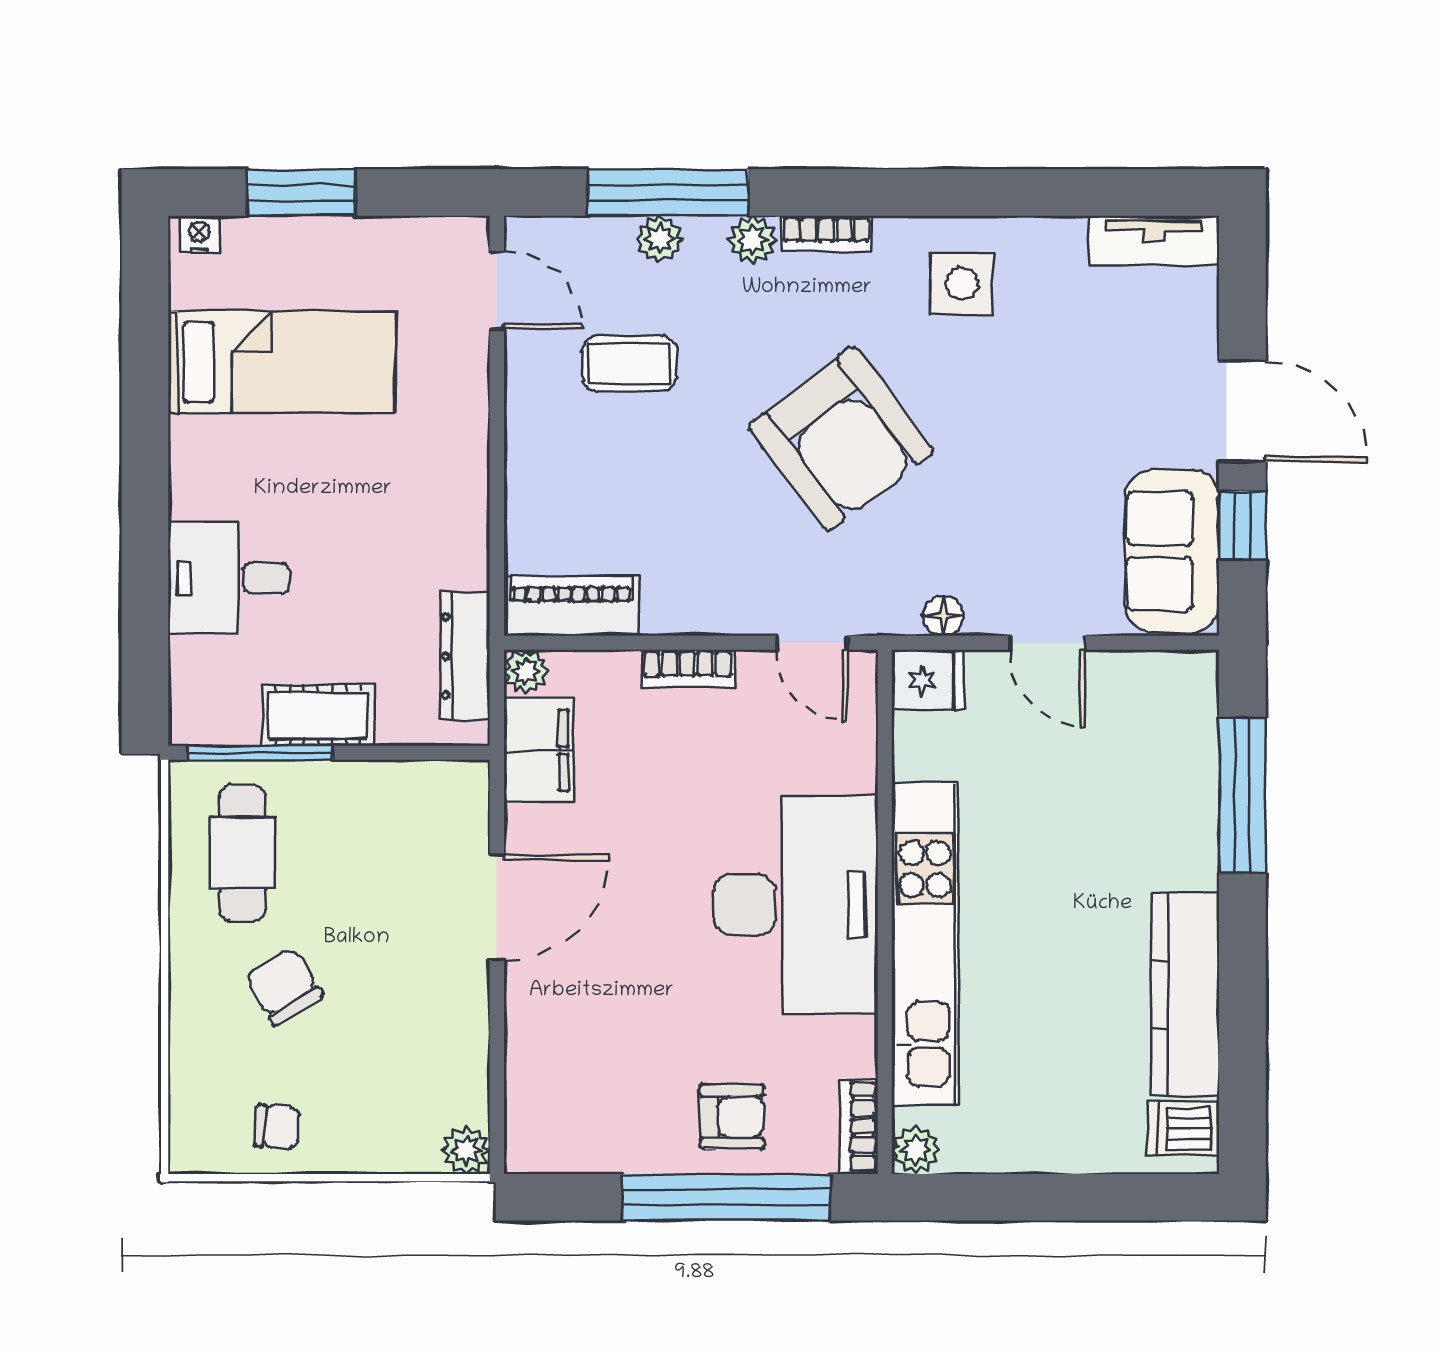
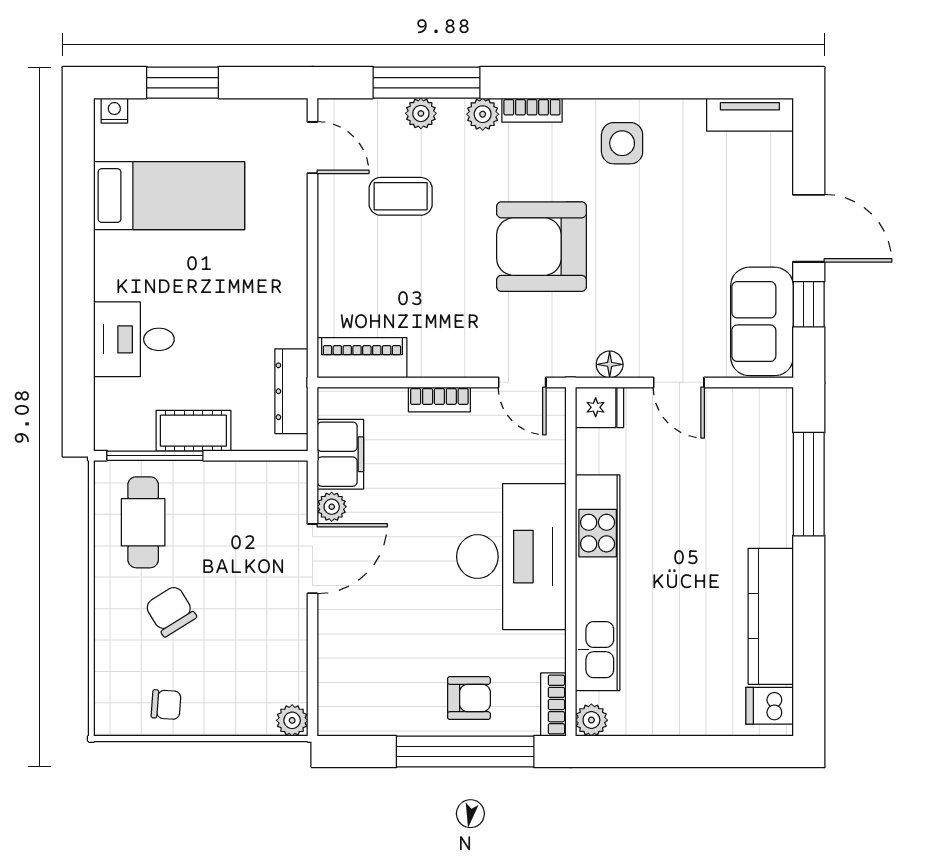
armchair: (841, 439) -> (541, 247), turned 127
plant: (526, 672) -> (332, 507), moved

